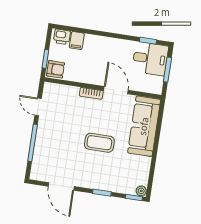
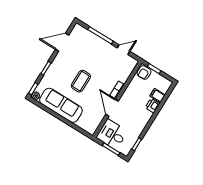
printer: (62, 37) -> (152, 106), moved
desk: (150, 59) -> (112, 134), moved, turned 90
door: (116, 90) -> (112, 108), swing flipped
sofa: (144, 126) -> (61, 105), moved

